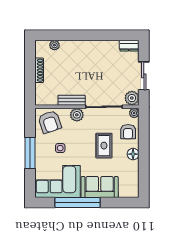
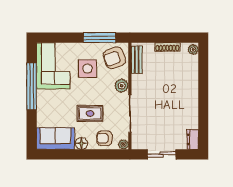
plant: (54, 45) -> (193, 49), moved
plant: (132, 98) -> (139, 142), removed
bench: (72, 100) -> (137, 60), moved
side table: (60, 148) -> (87, 69), width x1.87, depth x1.87
window: (30, 153) -> (100, 38), moved
sofa: (100, 187) -> (55, 138), moved, turned -90

